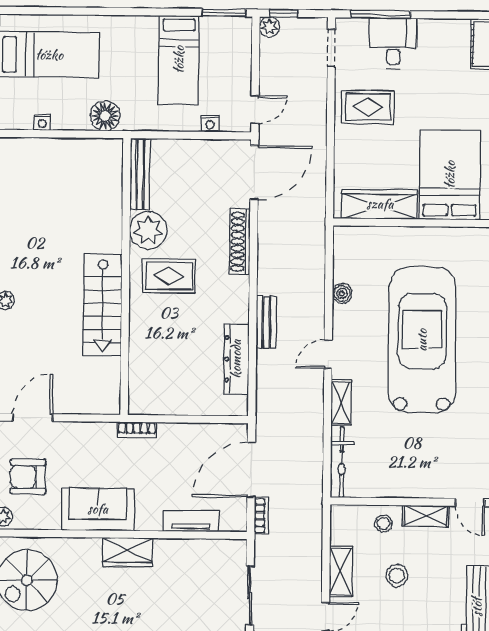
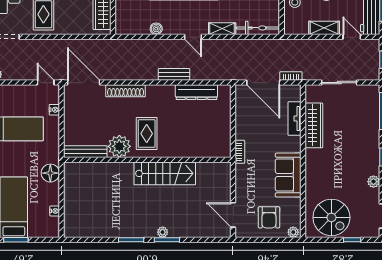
wardrobe: (127, 552) -> (314, 125), moved, width x1.50

